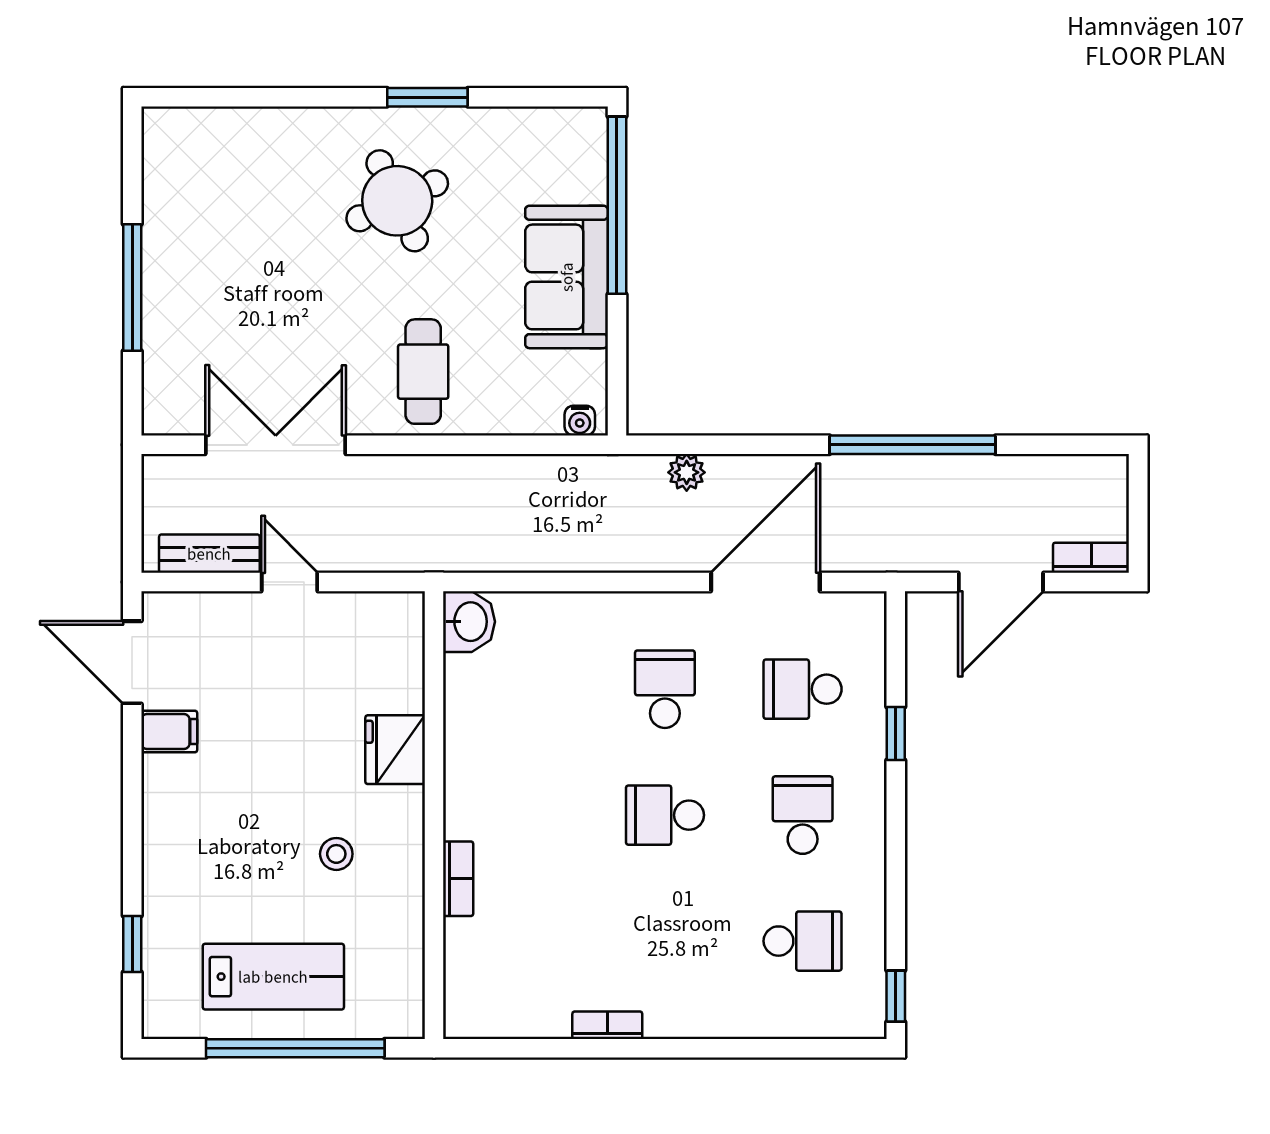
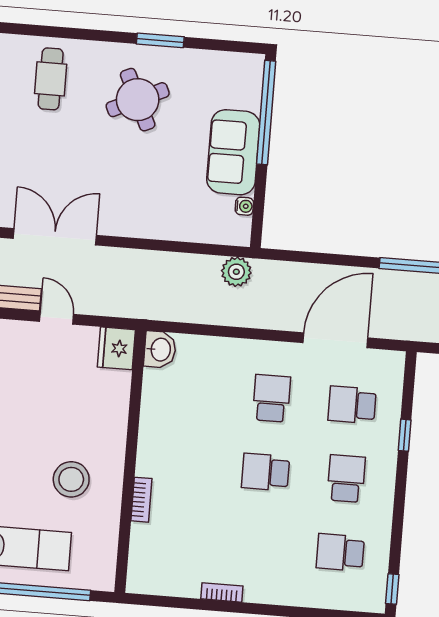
cafe table: (423, 372) -> (51, 79), moved
water cooler: (580, 421) -> (244, 206), moved, turned -90
plant: (687, 472) -> (236, 272), moved, width x1.38, depth x1.38
fridge: (395, 750) -> (116, 348), moved
stool: (336, 854) -> (71, 479), width x1.89, depth x1.89
school desk: (803, 941) -> (340, 552), turned 180

